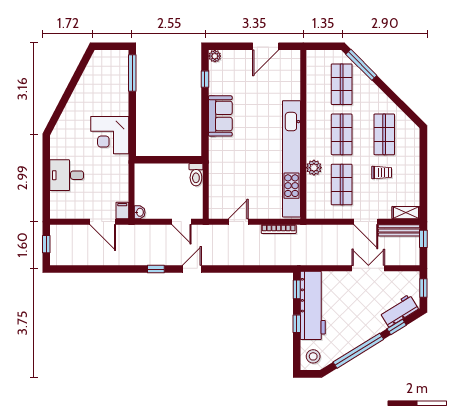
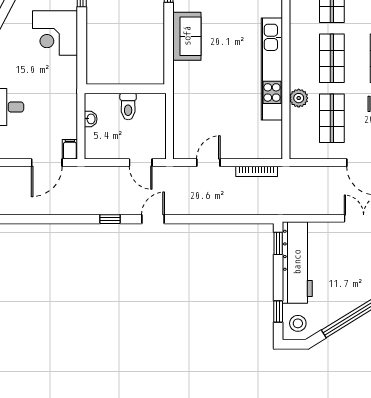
corner desk: (110, 135) -> (55, 33), moved
kitchen unit: (291, 159) -> (272, 69), width x0.73
toilet: (196, 175) -> (128, 106), moved
washbasin: (140, 212) -> (91, 119), moved
door: (103, 222) -> (47, 163), hinge flipped
window: (297, 324) -> (278, 312), moved

